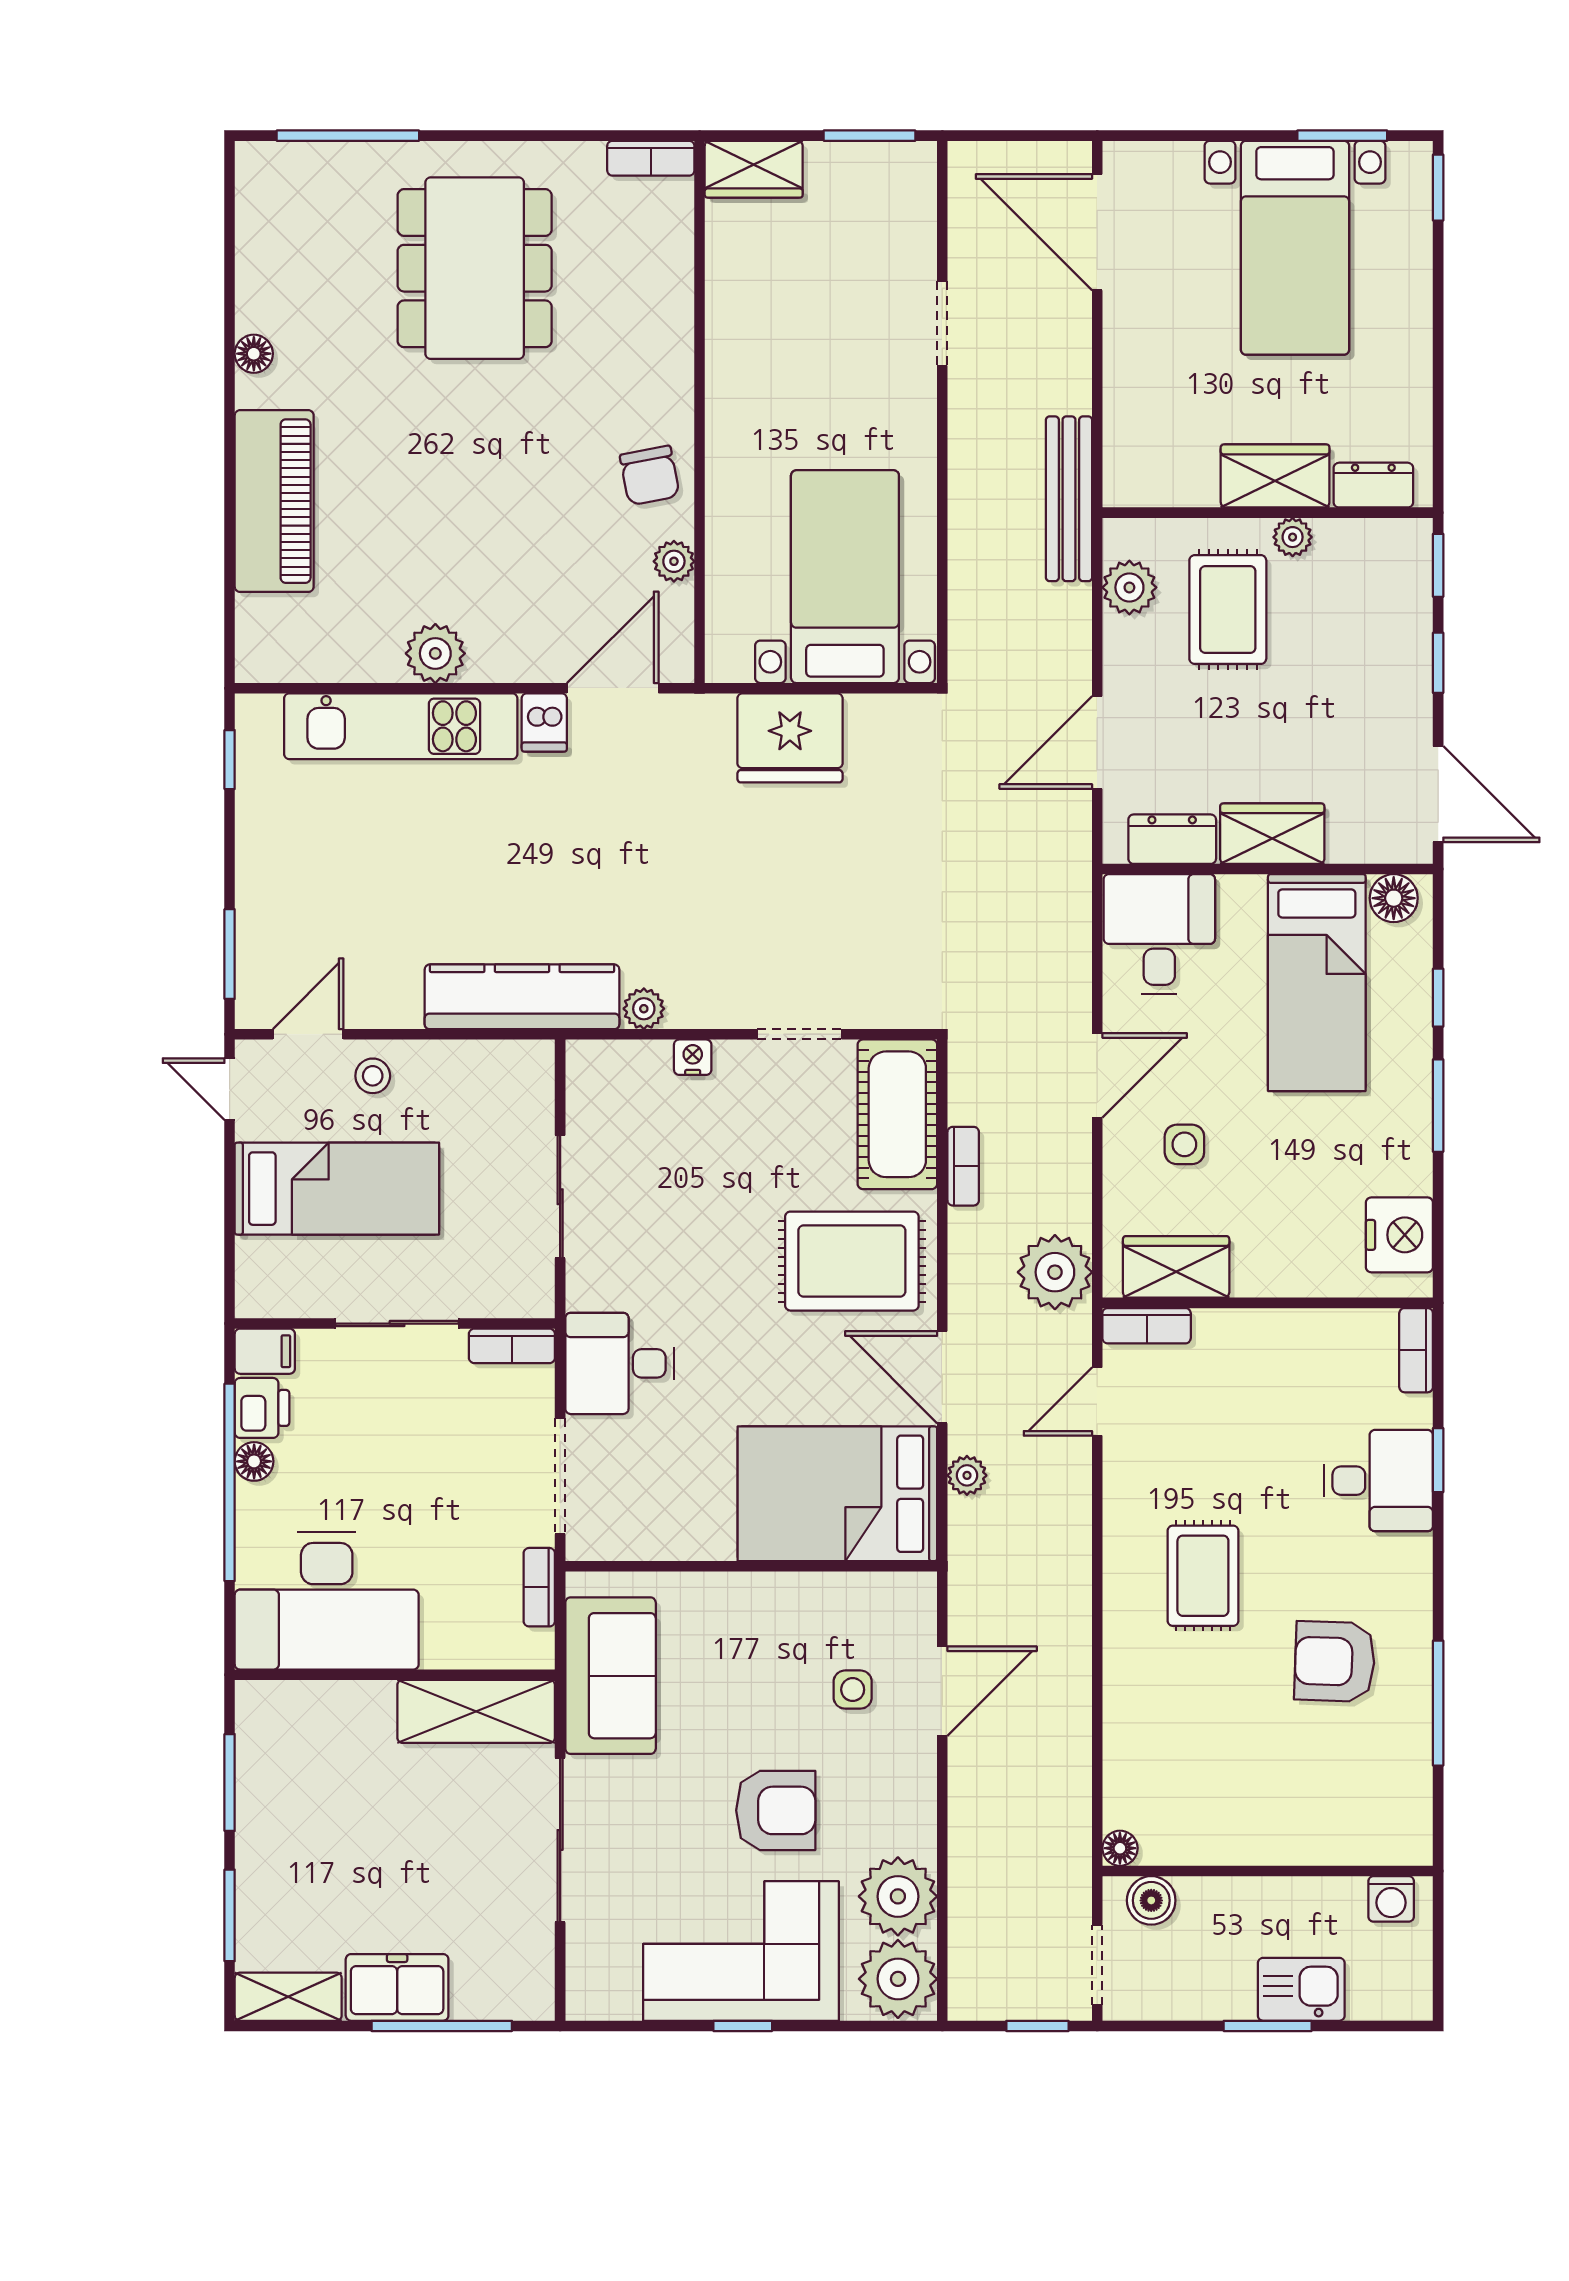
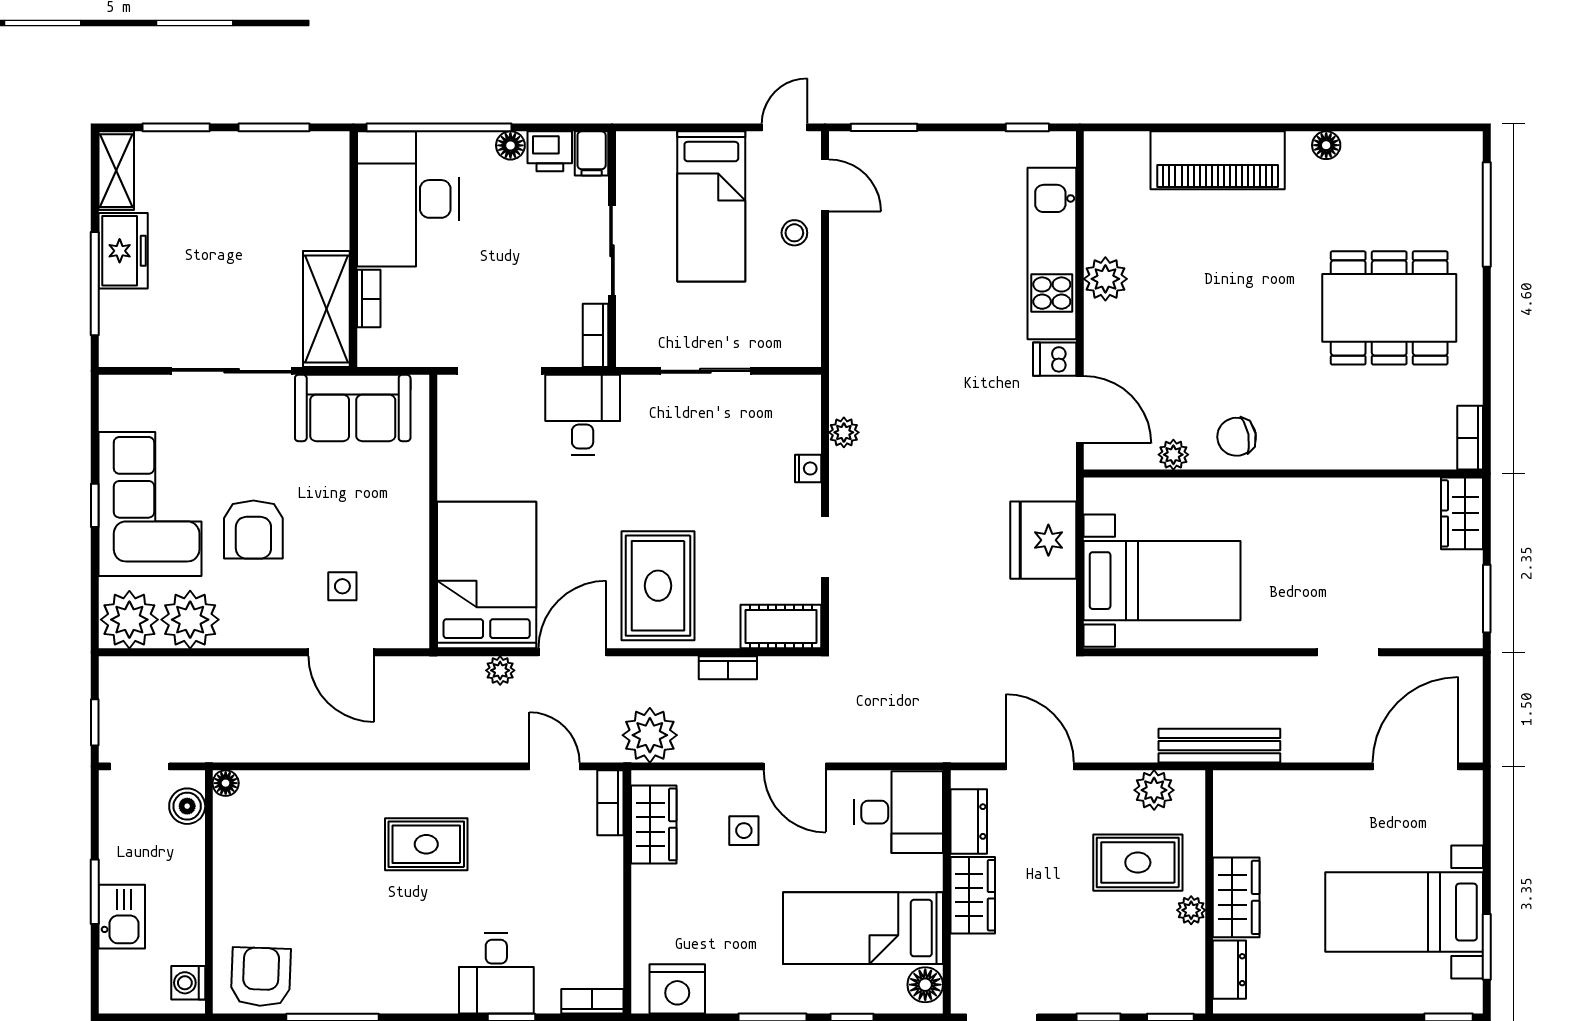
kitchen counter: (522, 997) -> (853, 343), removed
cot: (897, 1114) -> (781, 627), width x0.73, depth x0.75
window: (230, 1482) -> (439, 127), moved
bookcase: (539, 1587) -> (369, 299), moved, turned 90
armchair: (1335, 1661) -> (261, 977), moved

